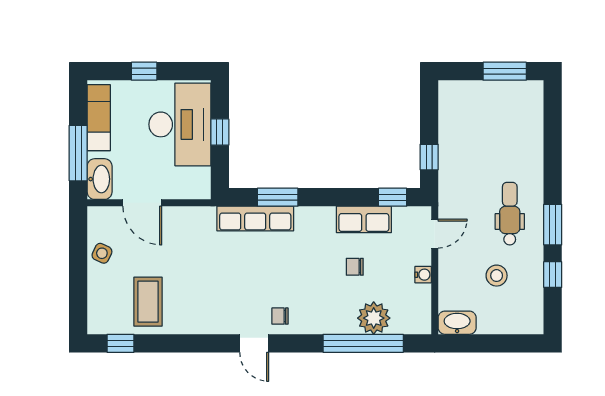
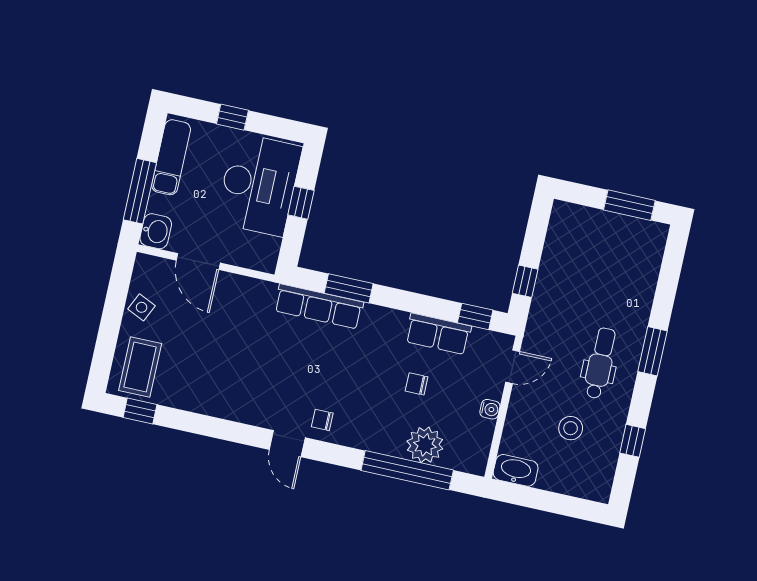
washbasin: (100, 179) -> (156, 231), width x0.72
window: (553, 225) -> (652, 351), moved
coffee table: (148, 302) -> (140, 367), moved

